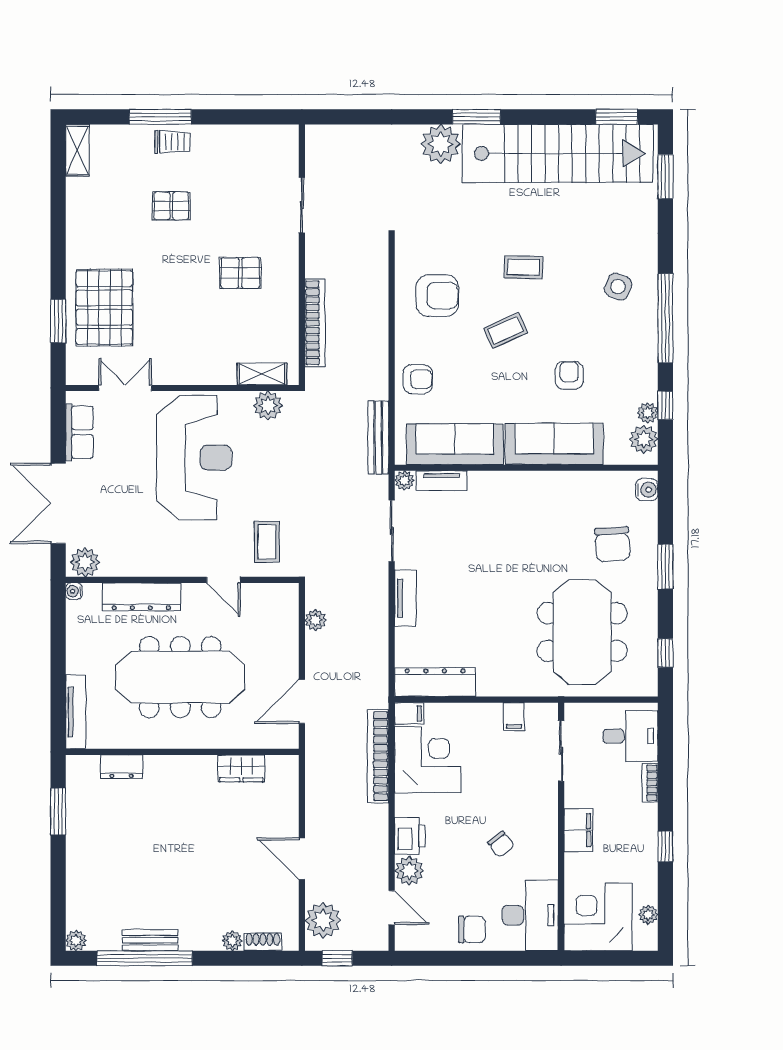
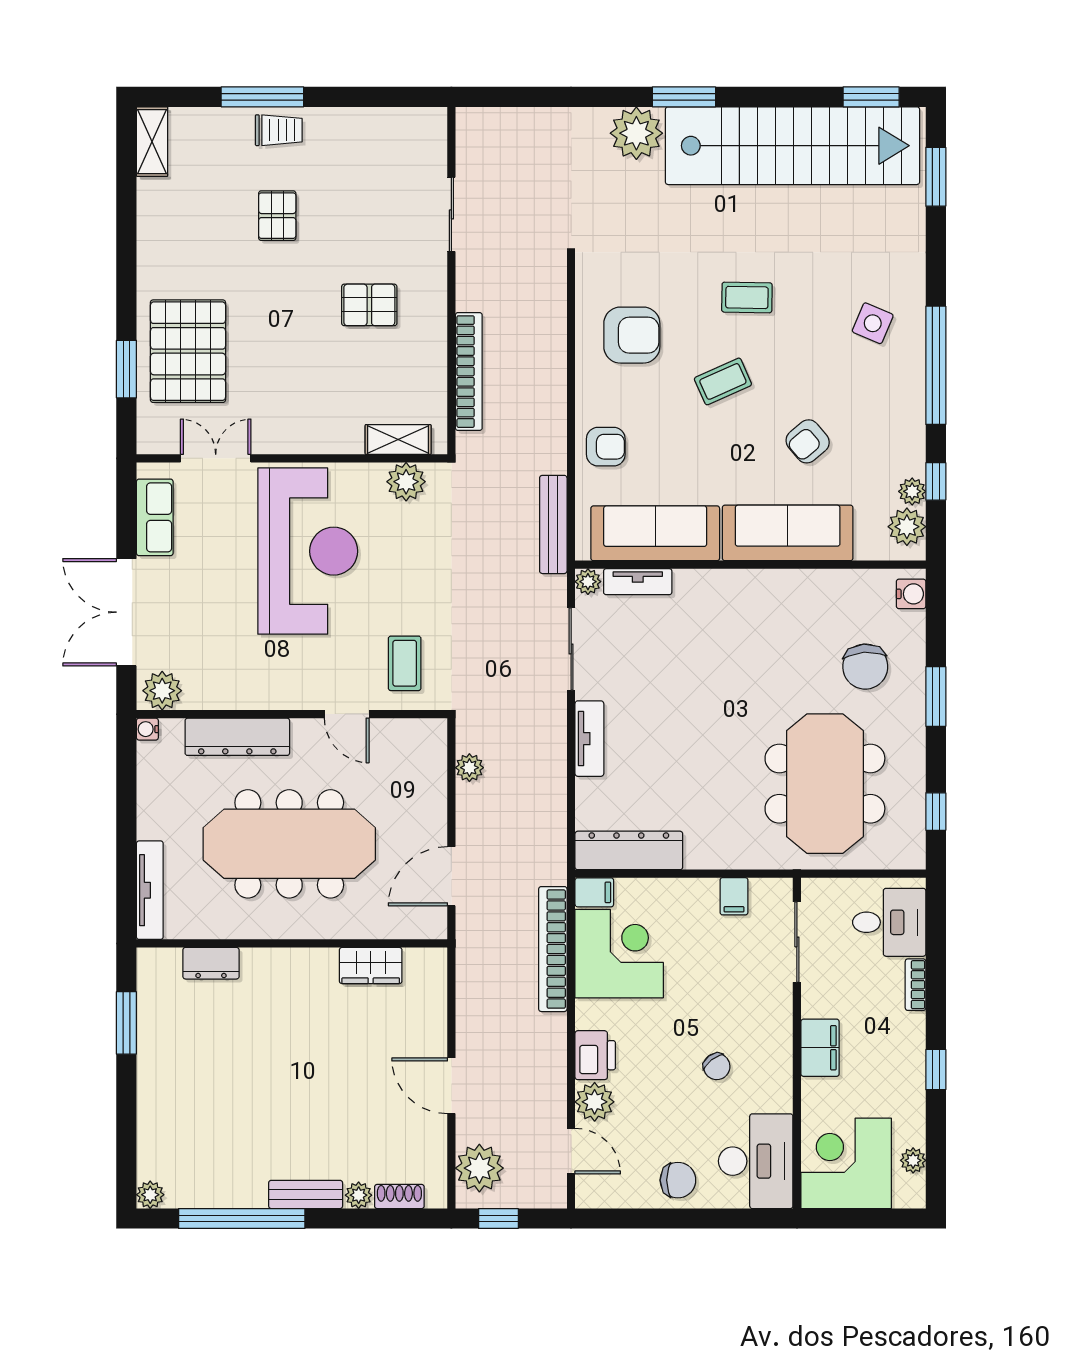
pallet: (171, 206) -> (277, 216), turned 90
armchair: (569, 375) -> (808, 441), turned -130
bench: (150, 940) -> (306, 1194), moved

